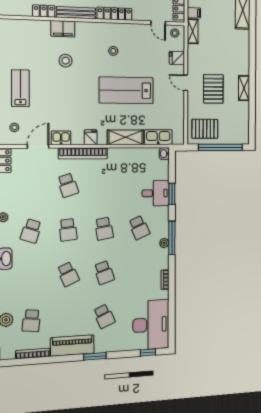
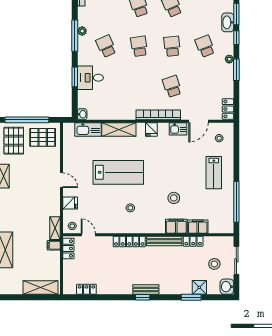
filing cabinet: (38, 27) -> (198, 227), added
pallet: (213, 89) -> (14, 141), moved
school desk: (31, 231) -> (205, 46), turned -39

